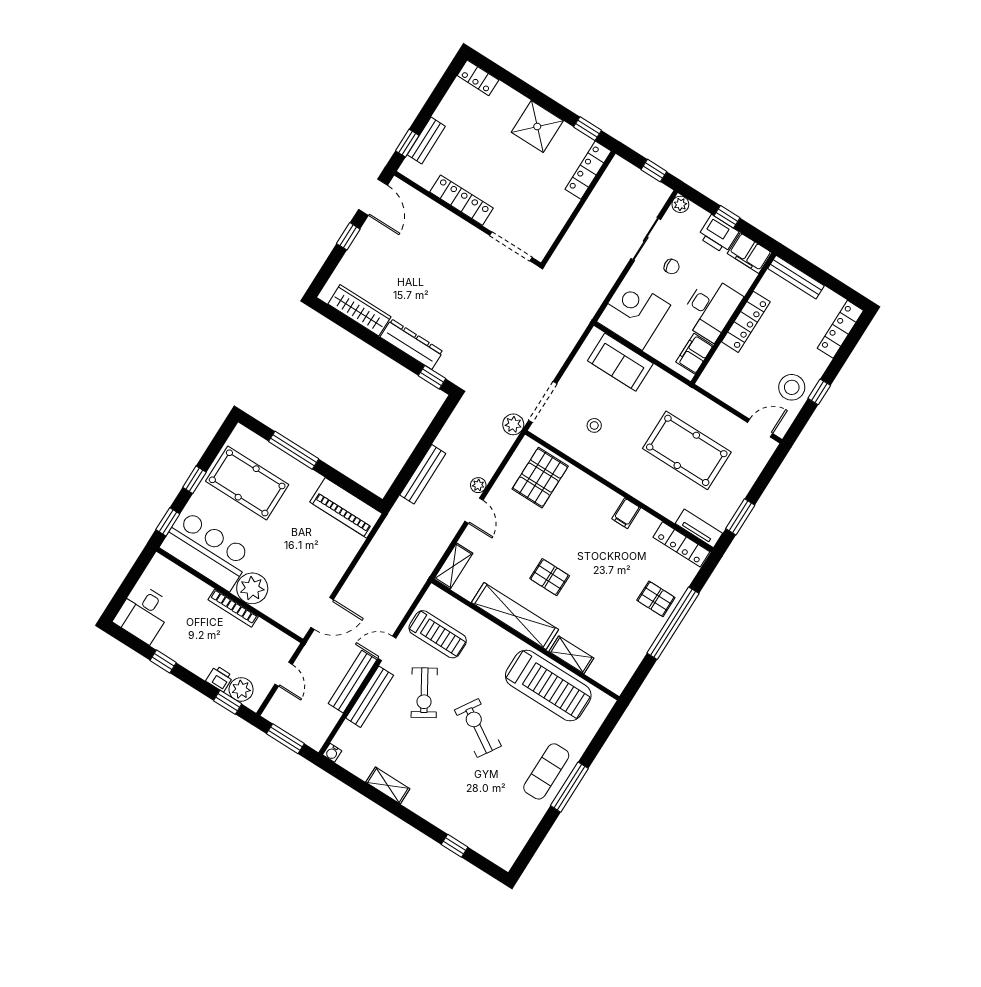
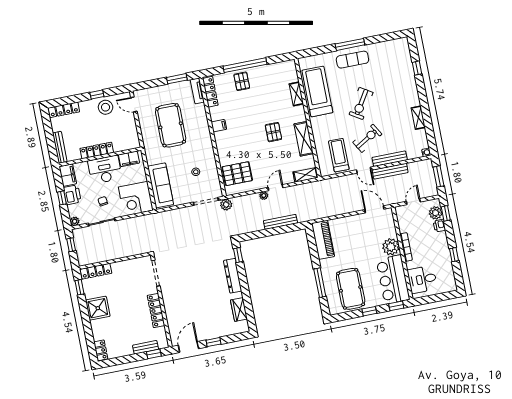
wardrobe: (359, 310) -> (239, 310), width x0.67
sofa: (620, 362) -> (161, 185), width x1.36
desk: (144, 613) -> (422, 279), moved, turned 180
shelving: (515, 616) -> (304, 139), width x0.68

